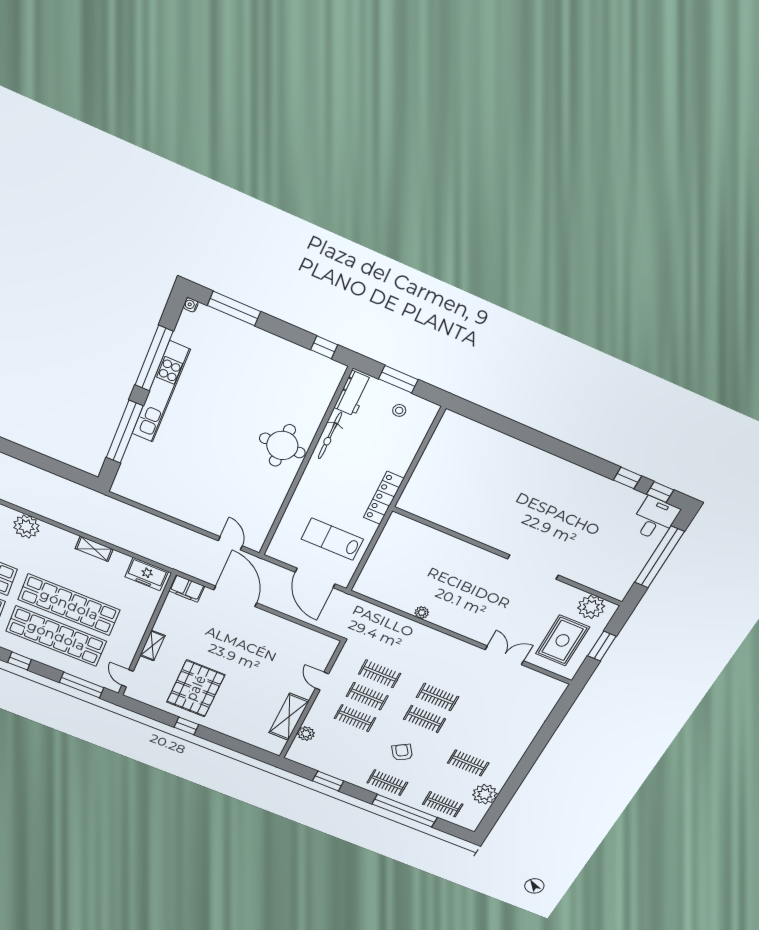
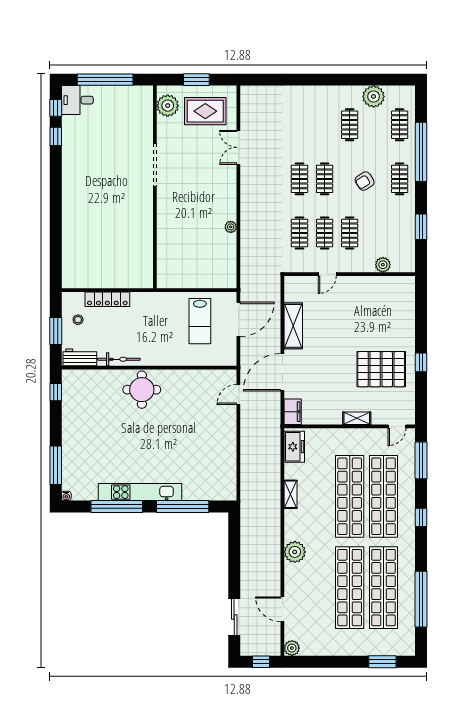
locker: (384, 498) -> (107, 299), moved
shelving: (289, 717) -> (293, 326), moved, turned 90

